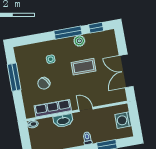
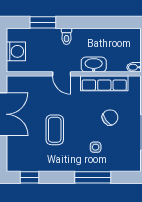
window: (68, 33) -> (93, 177), moved
plant: (79, 41) -> (54, 164), removed
coffee table: (84, 67) -> (55, 130), turned 90

